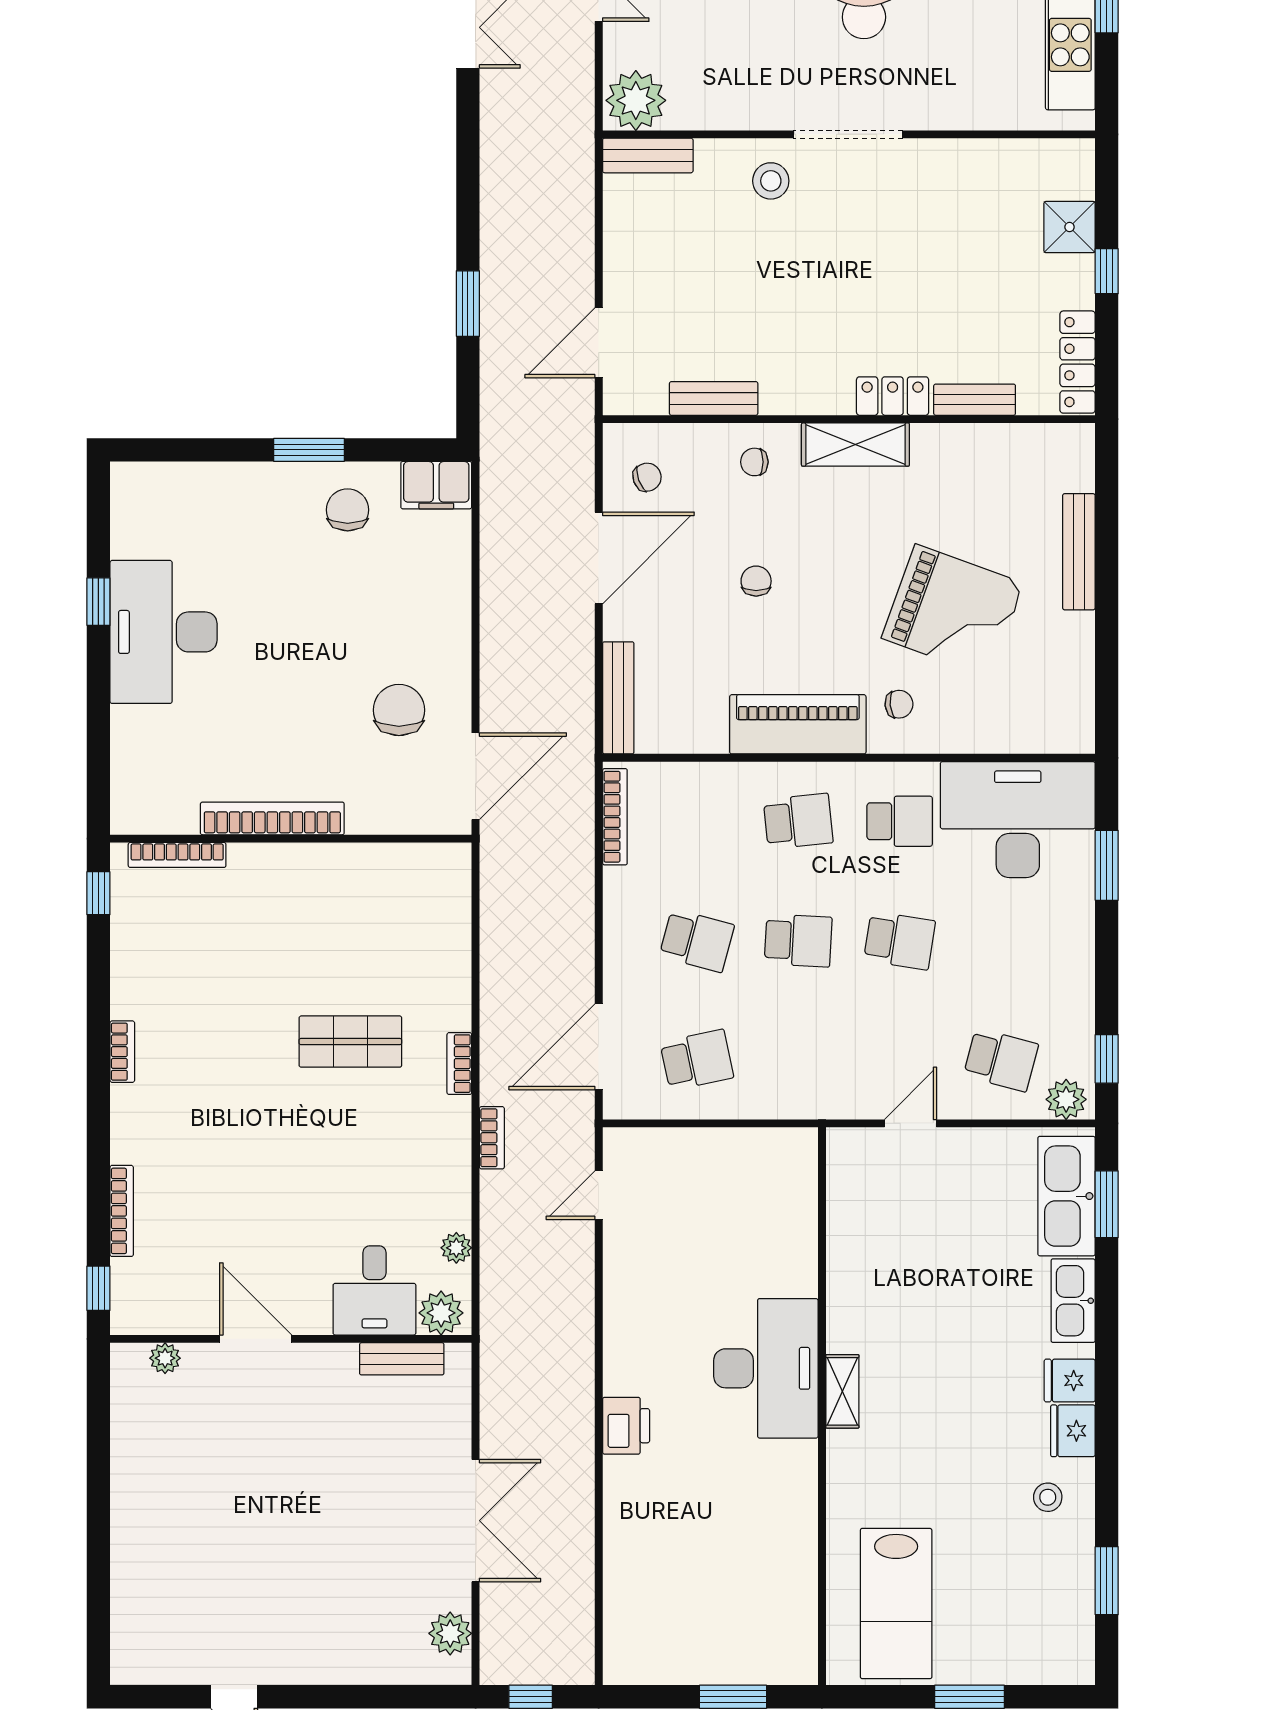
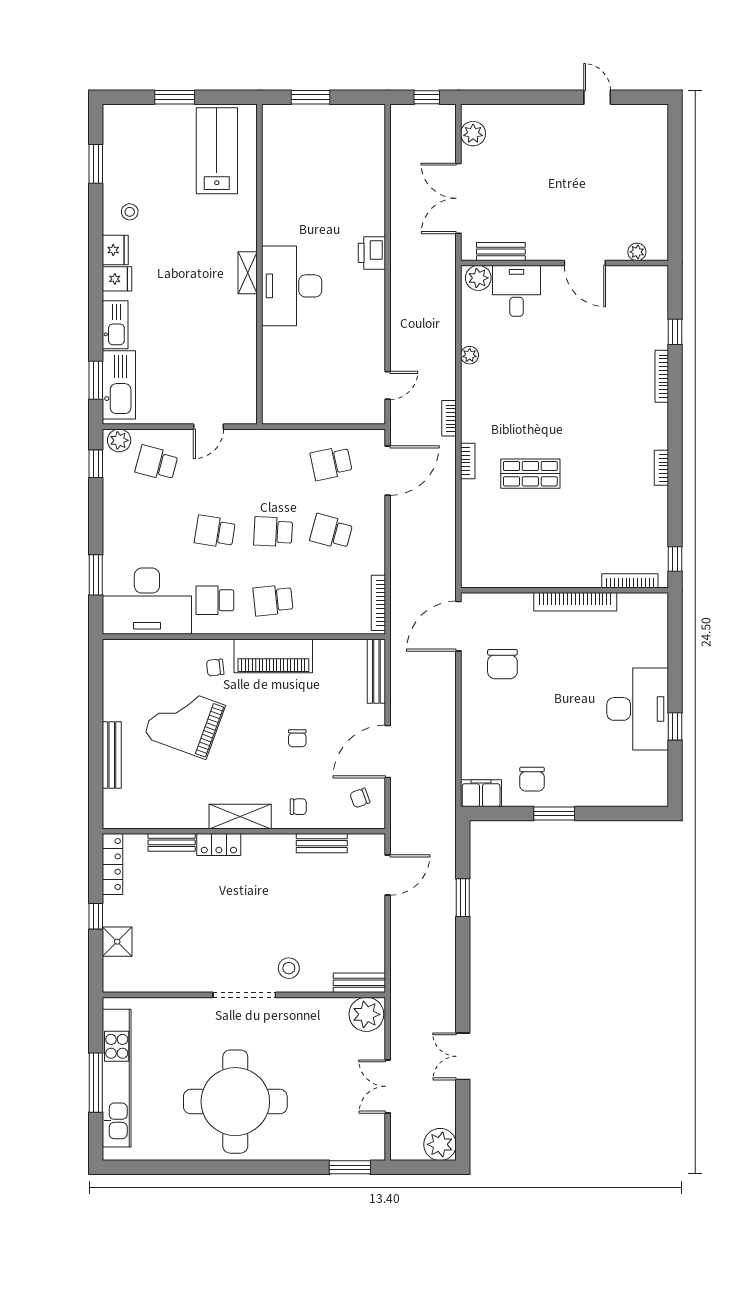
desk: (374, 1290) -> (517, 291), moved
plant: (441, 1313) -> (478, 278), moved
door: (256, 1339) -> (585, 263), moved
wall: (291, 1339) -> (565, 263), moved
plant: (165, 1358) -> (637, 252), moved
bench: (402, 1359) -> (501, 252), moved

